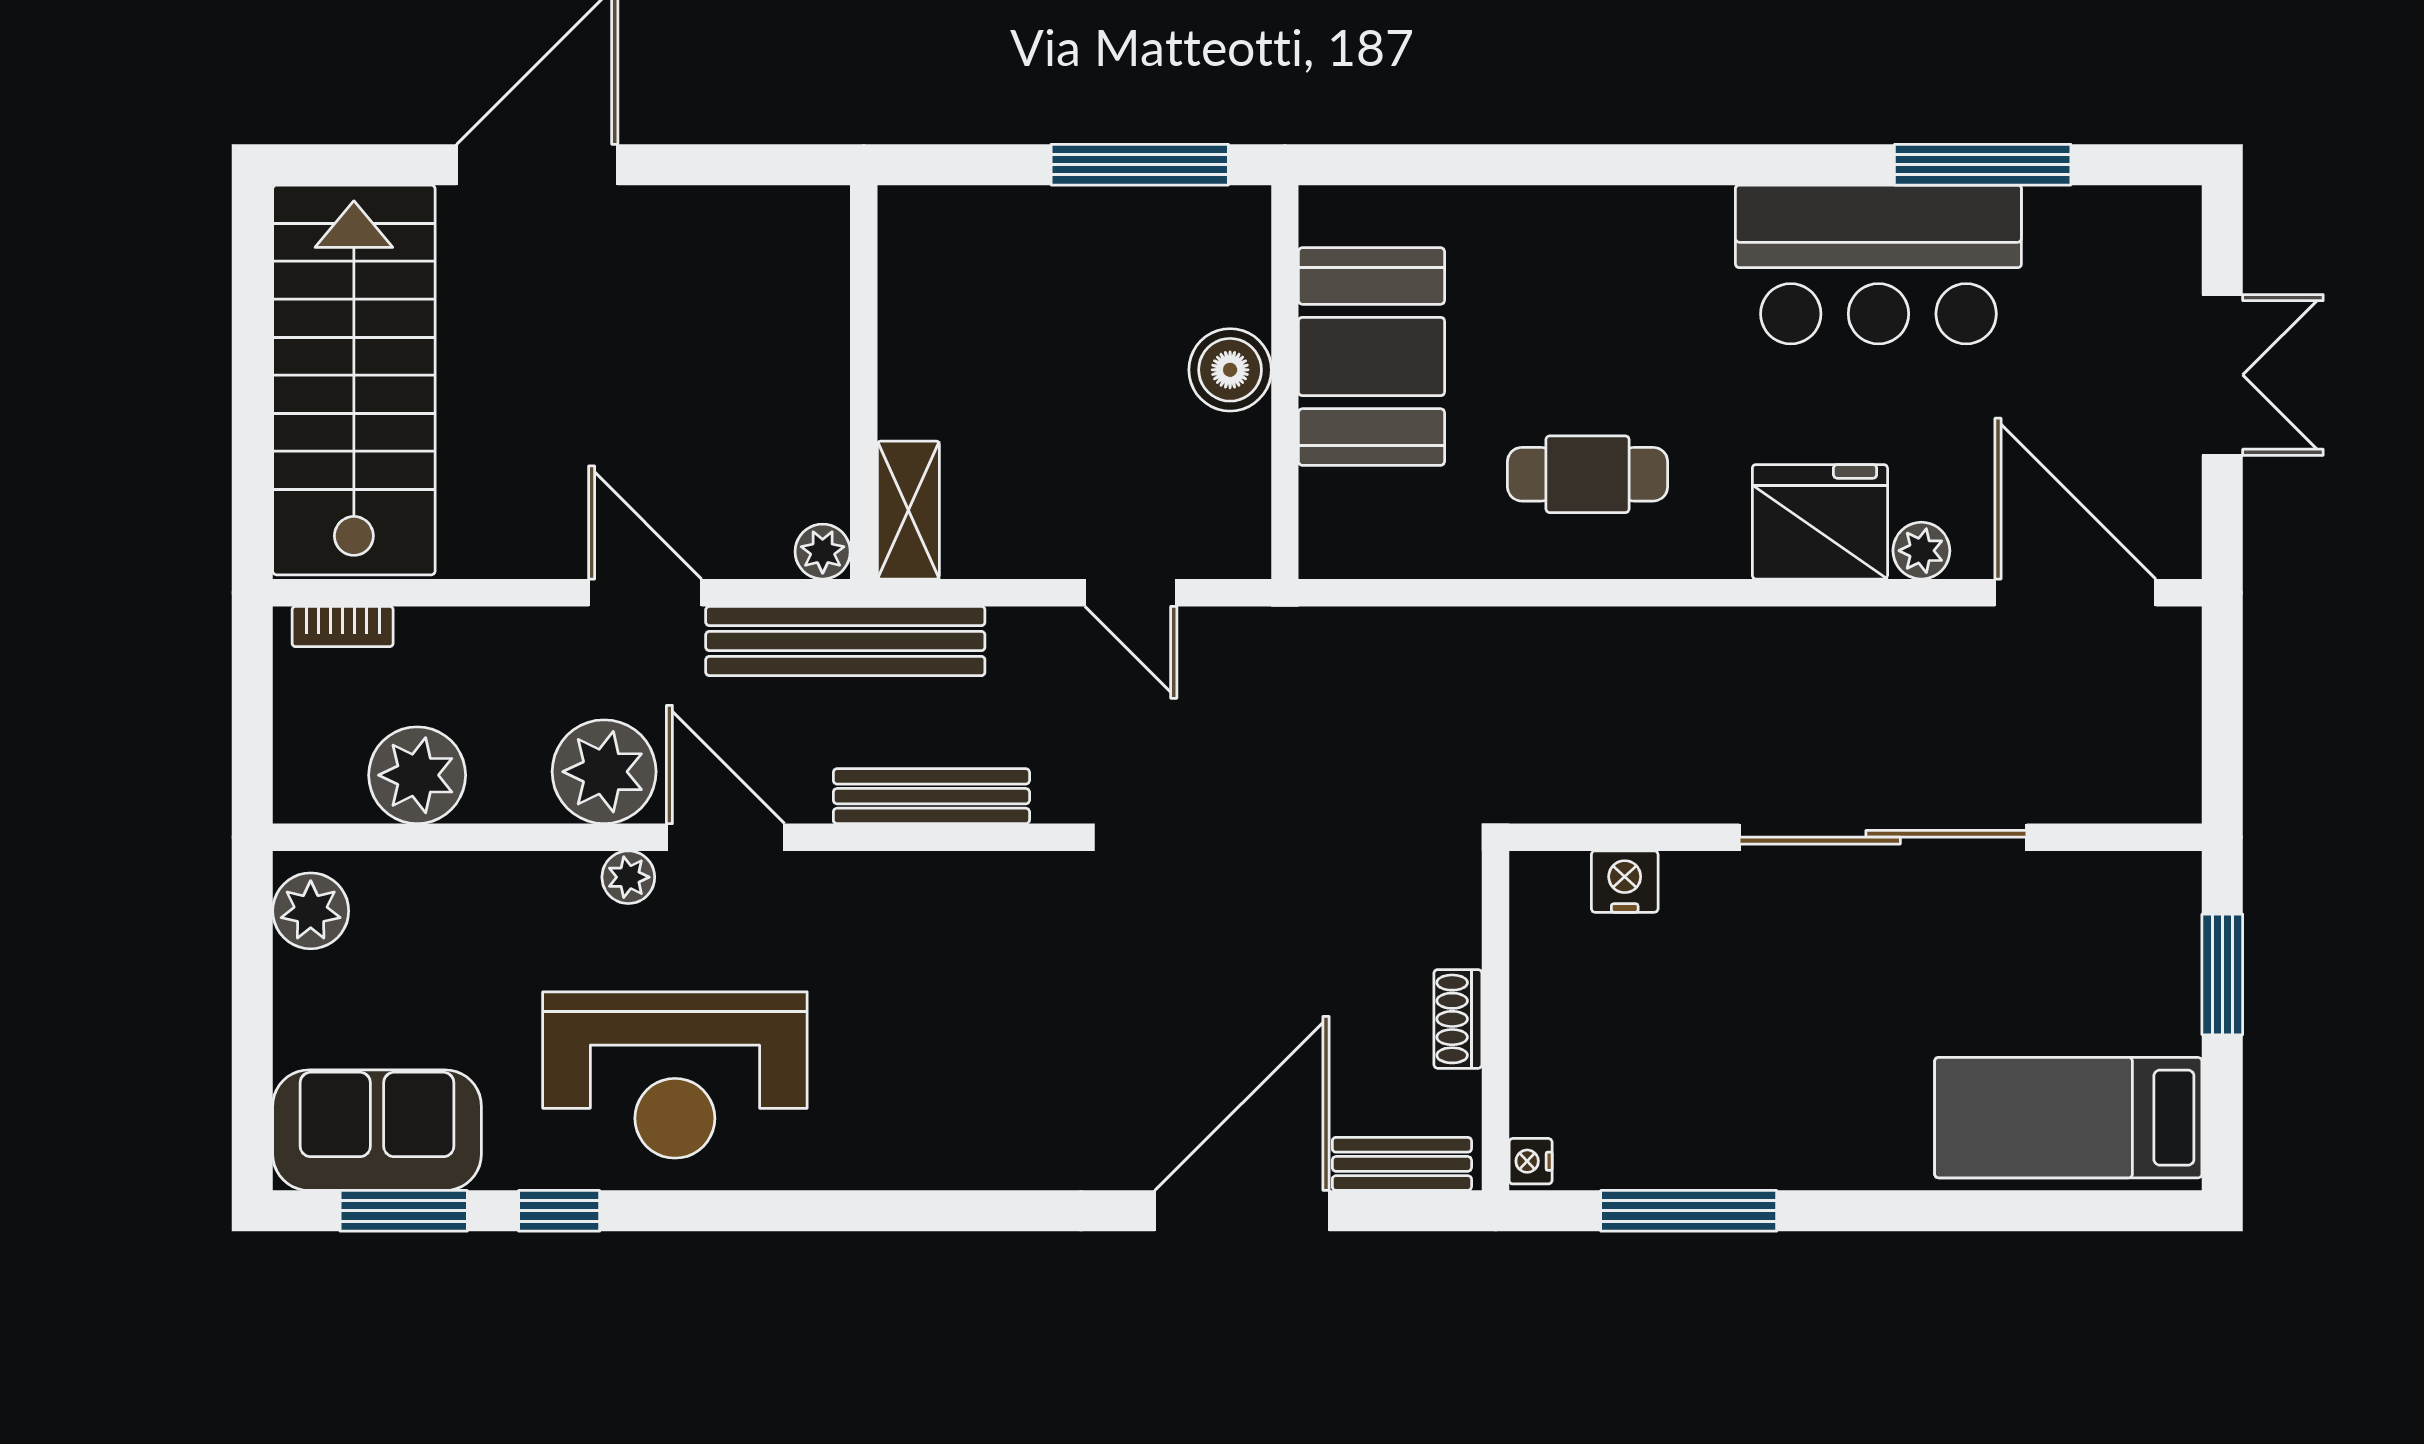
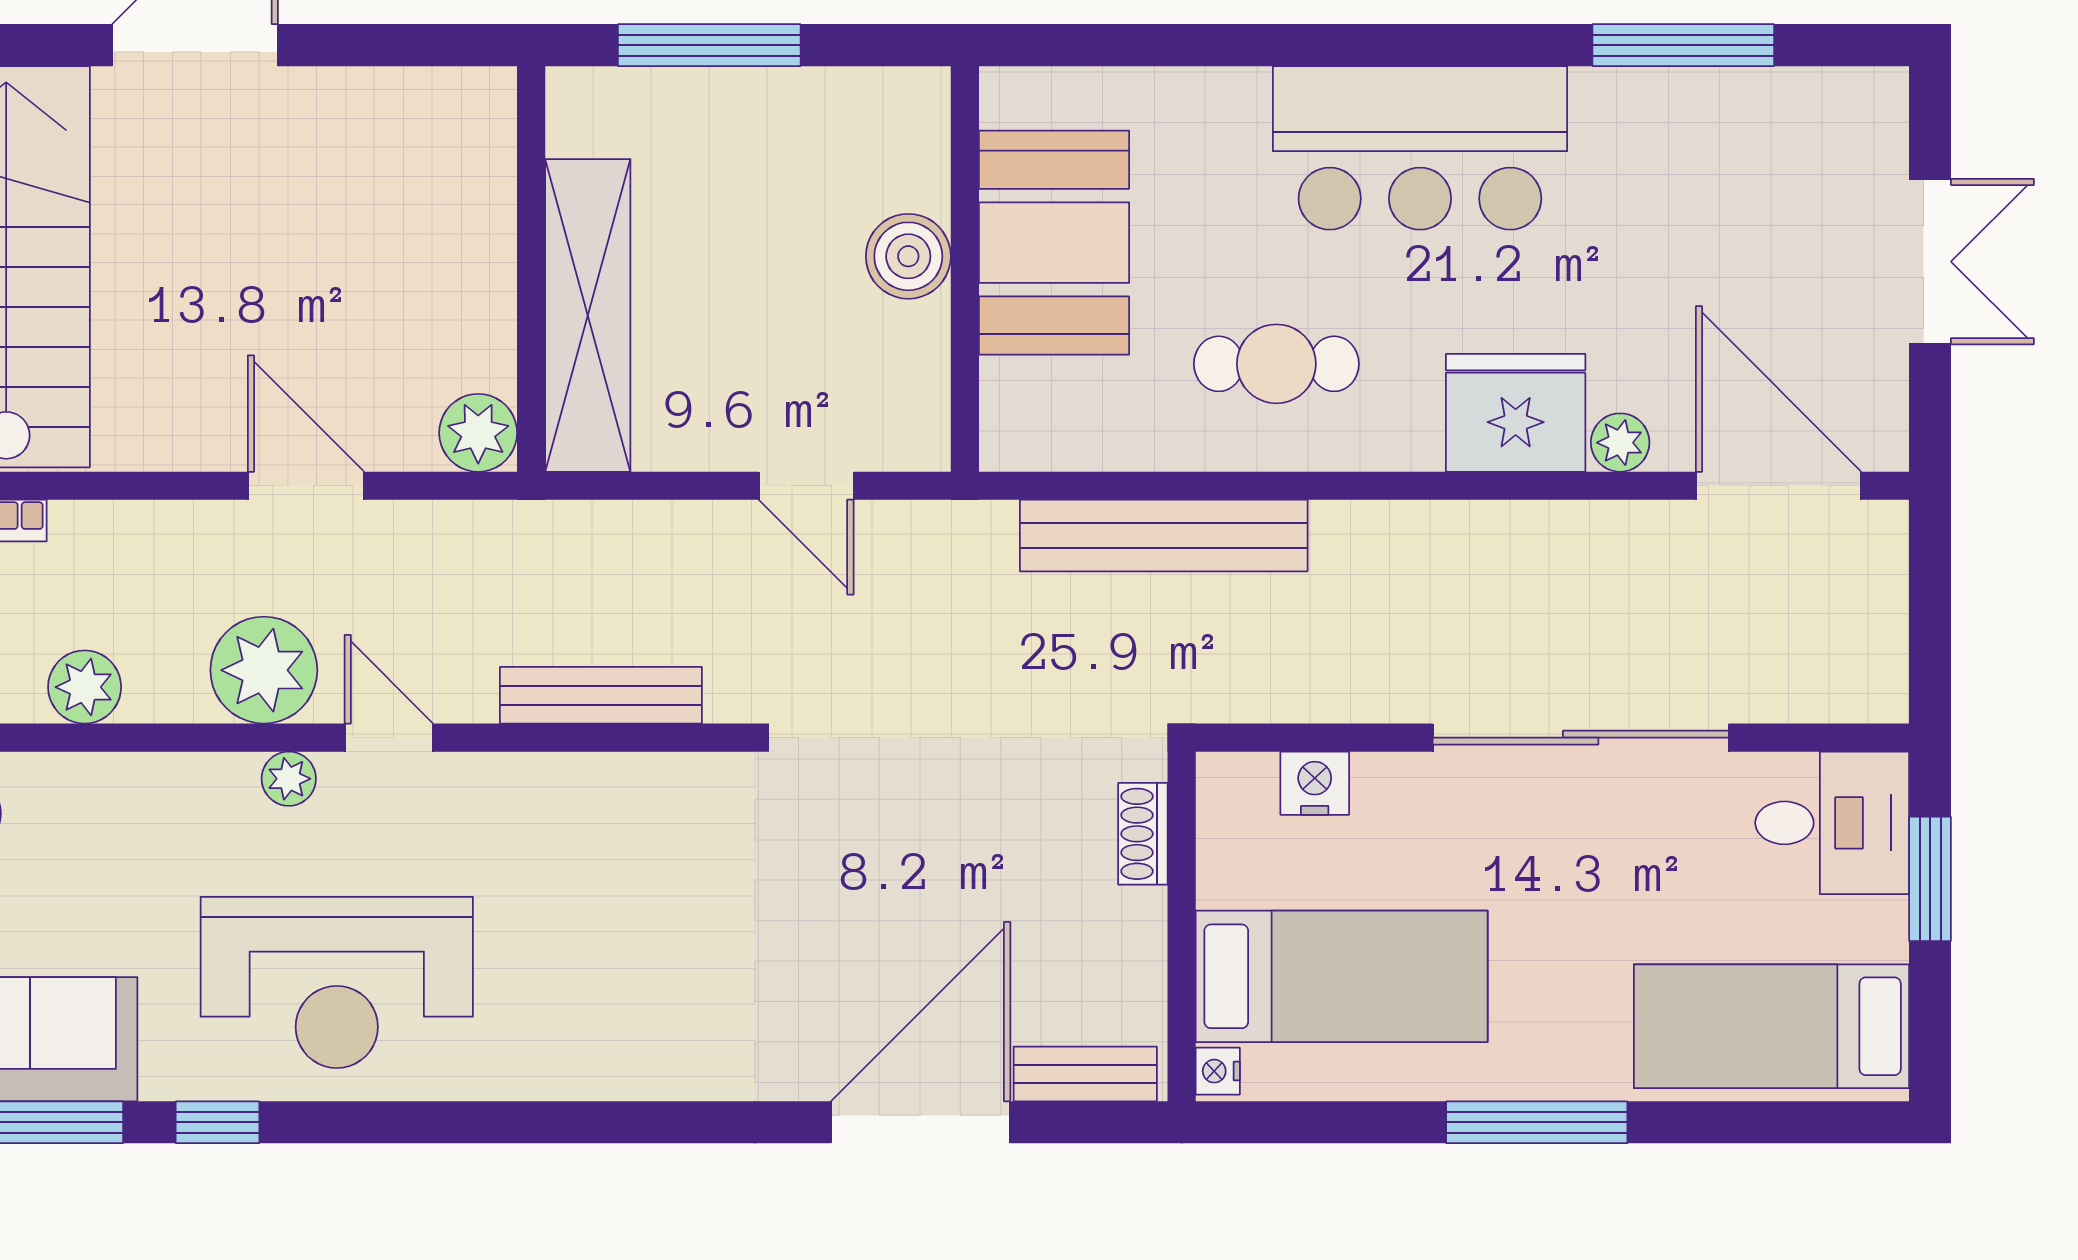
window: (1140, 165) -> (709, 45), moved
bar counter: (1878, 265) -> (1420, 148), moved
shelving: (908, 510) -> (588, 315), width x2.20, depth x1.33
plant: (823, 552) -> (478, 433), width x1.38, depth x1.38
bench: (845, 641) -> (1164, 536), moved
plant: (417, 775) -> (85, 687), width x0.73, depth x0.73
door: (726, 837) -> (389, 738), width x0.73
desk: (2127, 920) -> (1832, 823), added
shoe rack: (1458, 1019) -> (1143, 834), moved
bed: (1651, 1069) -> (1342, 976), added
window: (1689, 1211) -> (1537, 1122), moved

